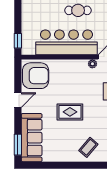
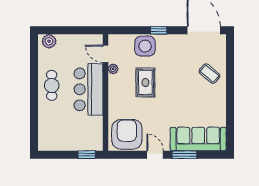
bar counter: (66, 42) -> (89, 89), width x0.73
rug: (70, 112) -> (145, 82), moved
window: (18, 145) -> (184, 155), moved

